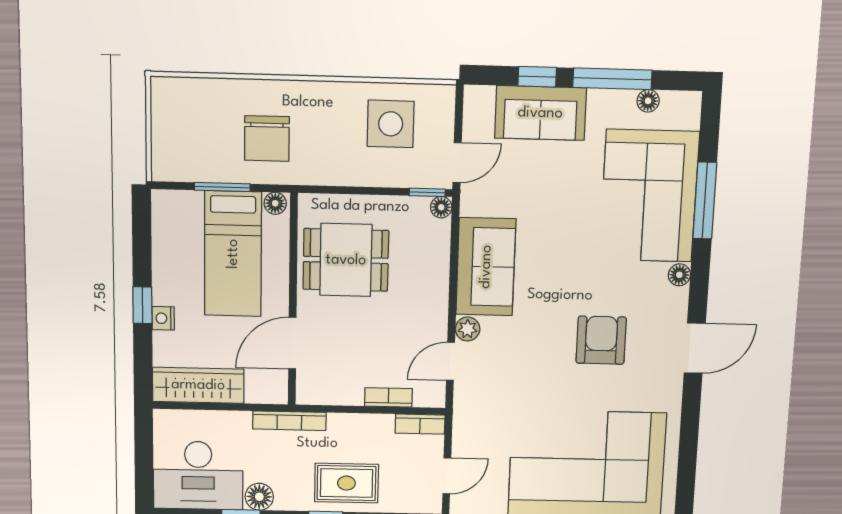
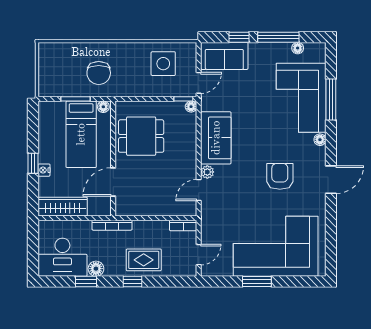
sofa: (540, 113) -> (224, 56), moved
bookcase: (388, 397) -> (166, 211), removed

